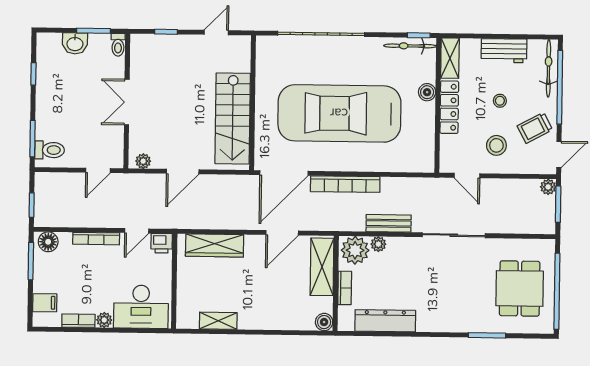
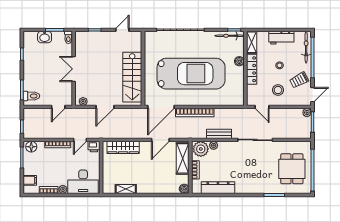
car: (339, 113) -> (191, 74), turned 180

